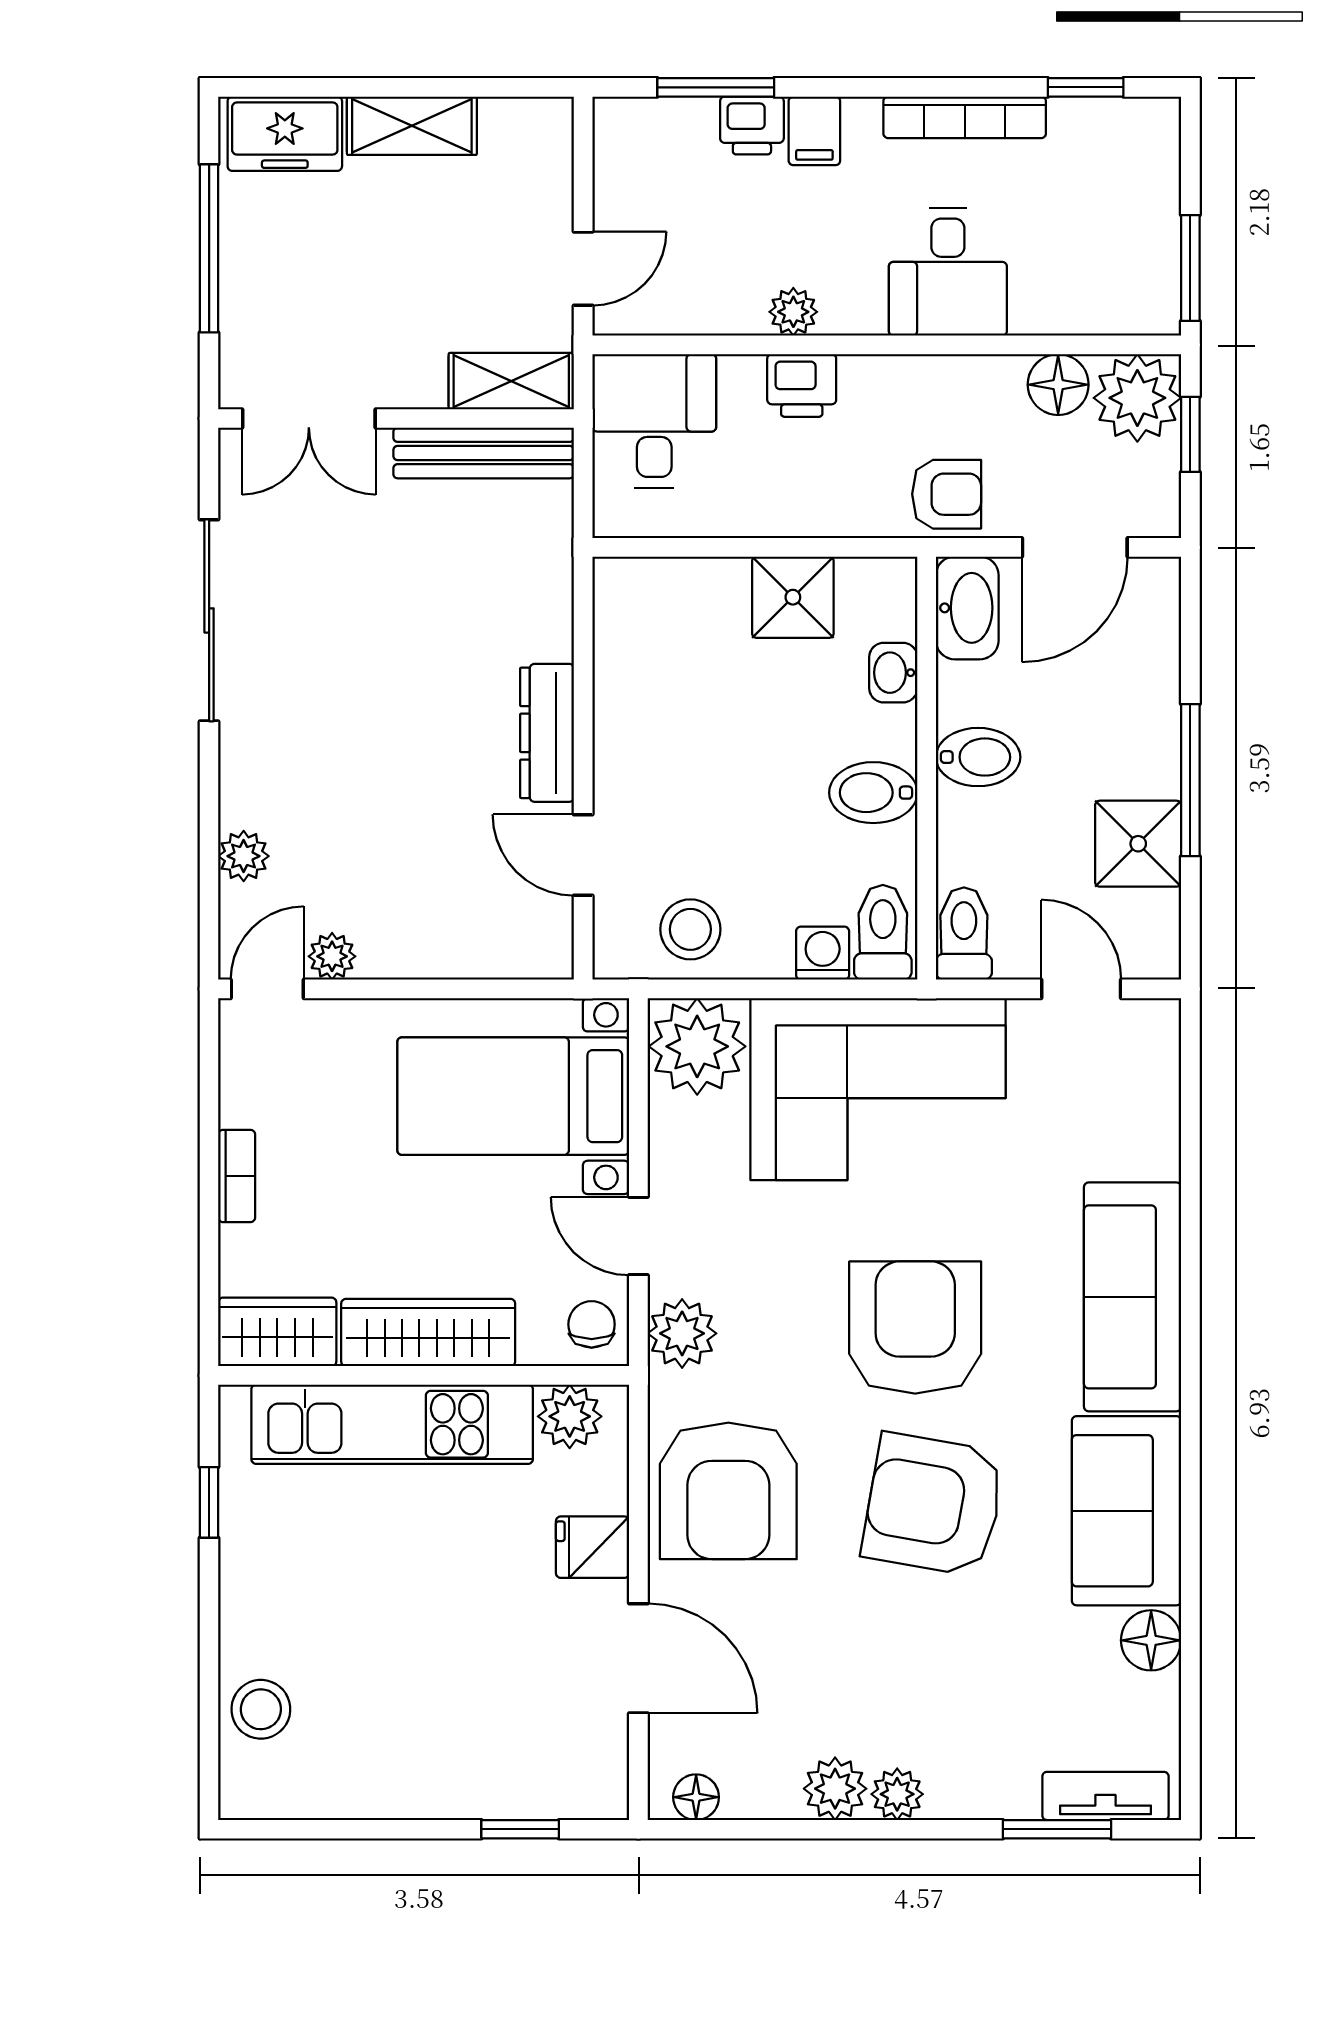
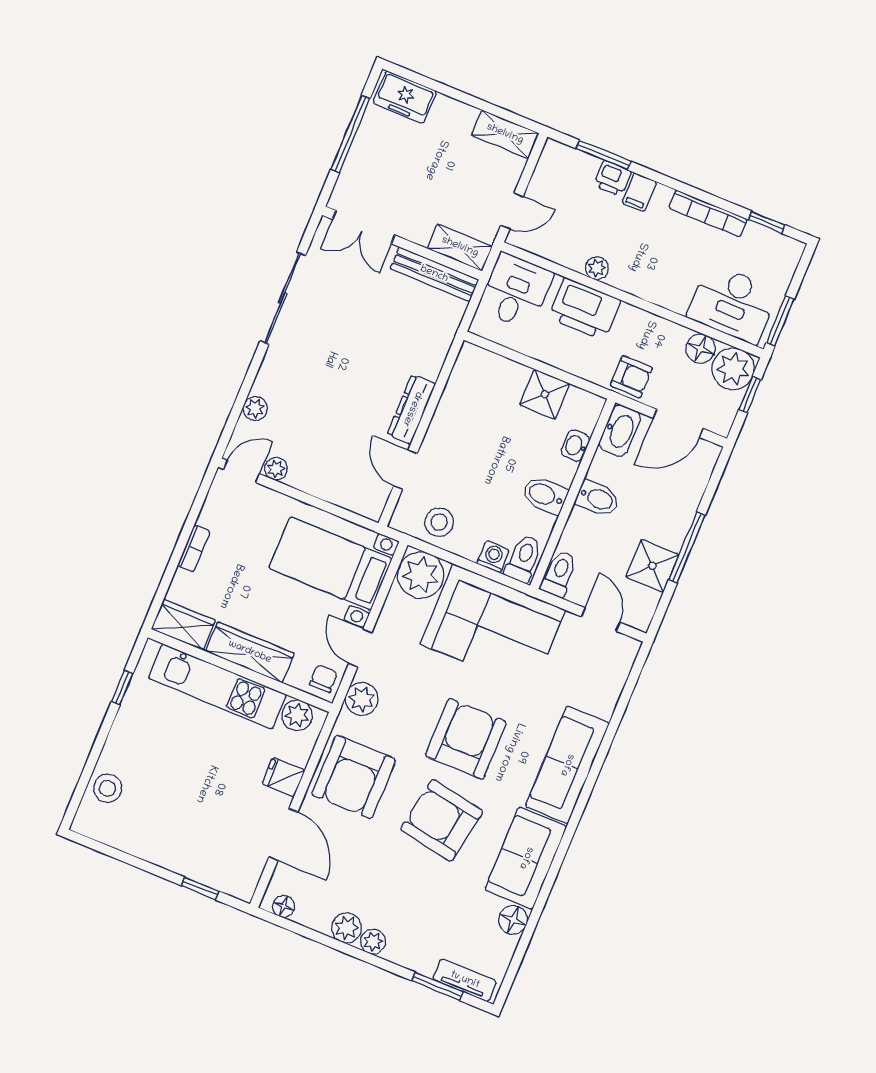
shelving: (412, 126) -> (505, 134), moved
desk: (948, 272) -> (733, 304), moved, width x1.37
printer: (802, 385) -> (584, 309), width x1.87, depth x1.48

